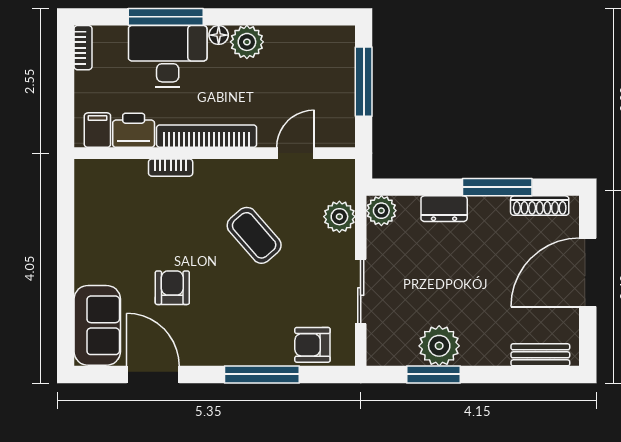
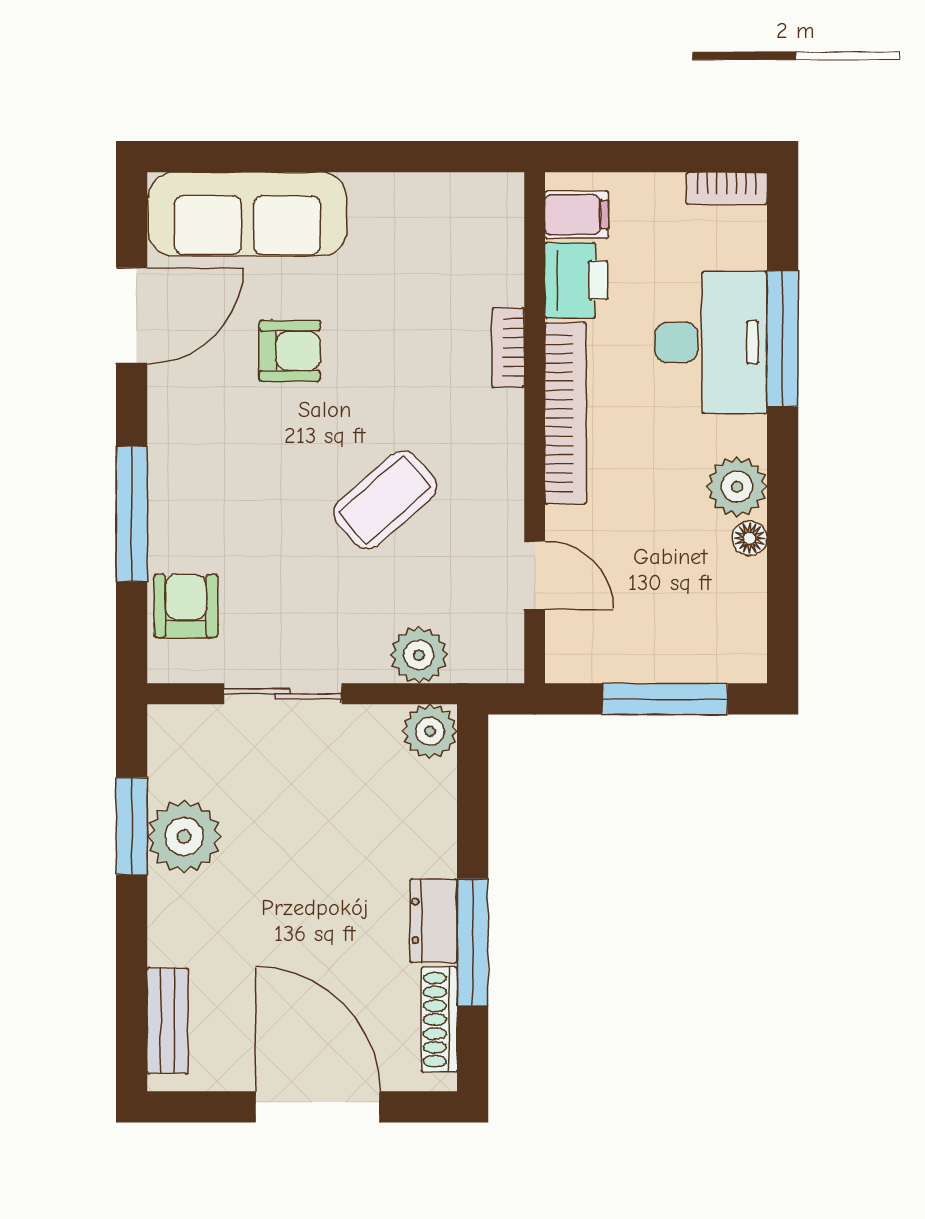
floor lamp: (219, 35) -> (750, 538), moved
dresser: (444, 209) -> (434, 921), moved
sofa: (97, 325) -> (247, 214), width x1.36

